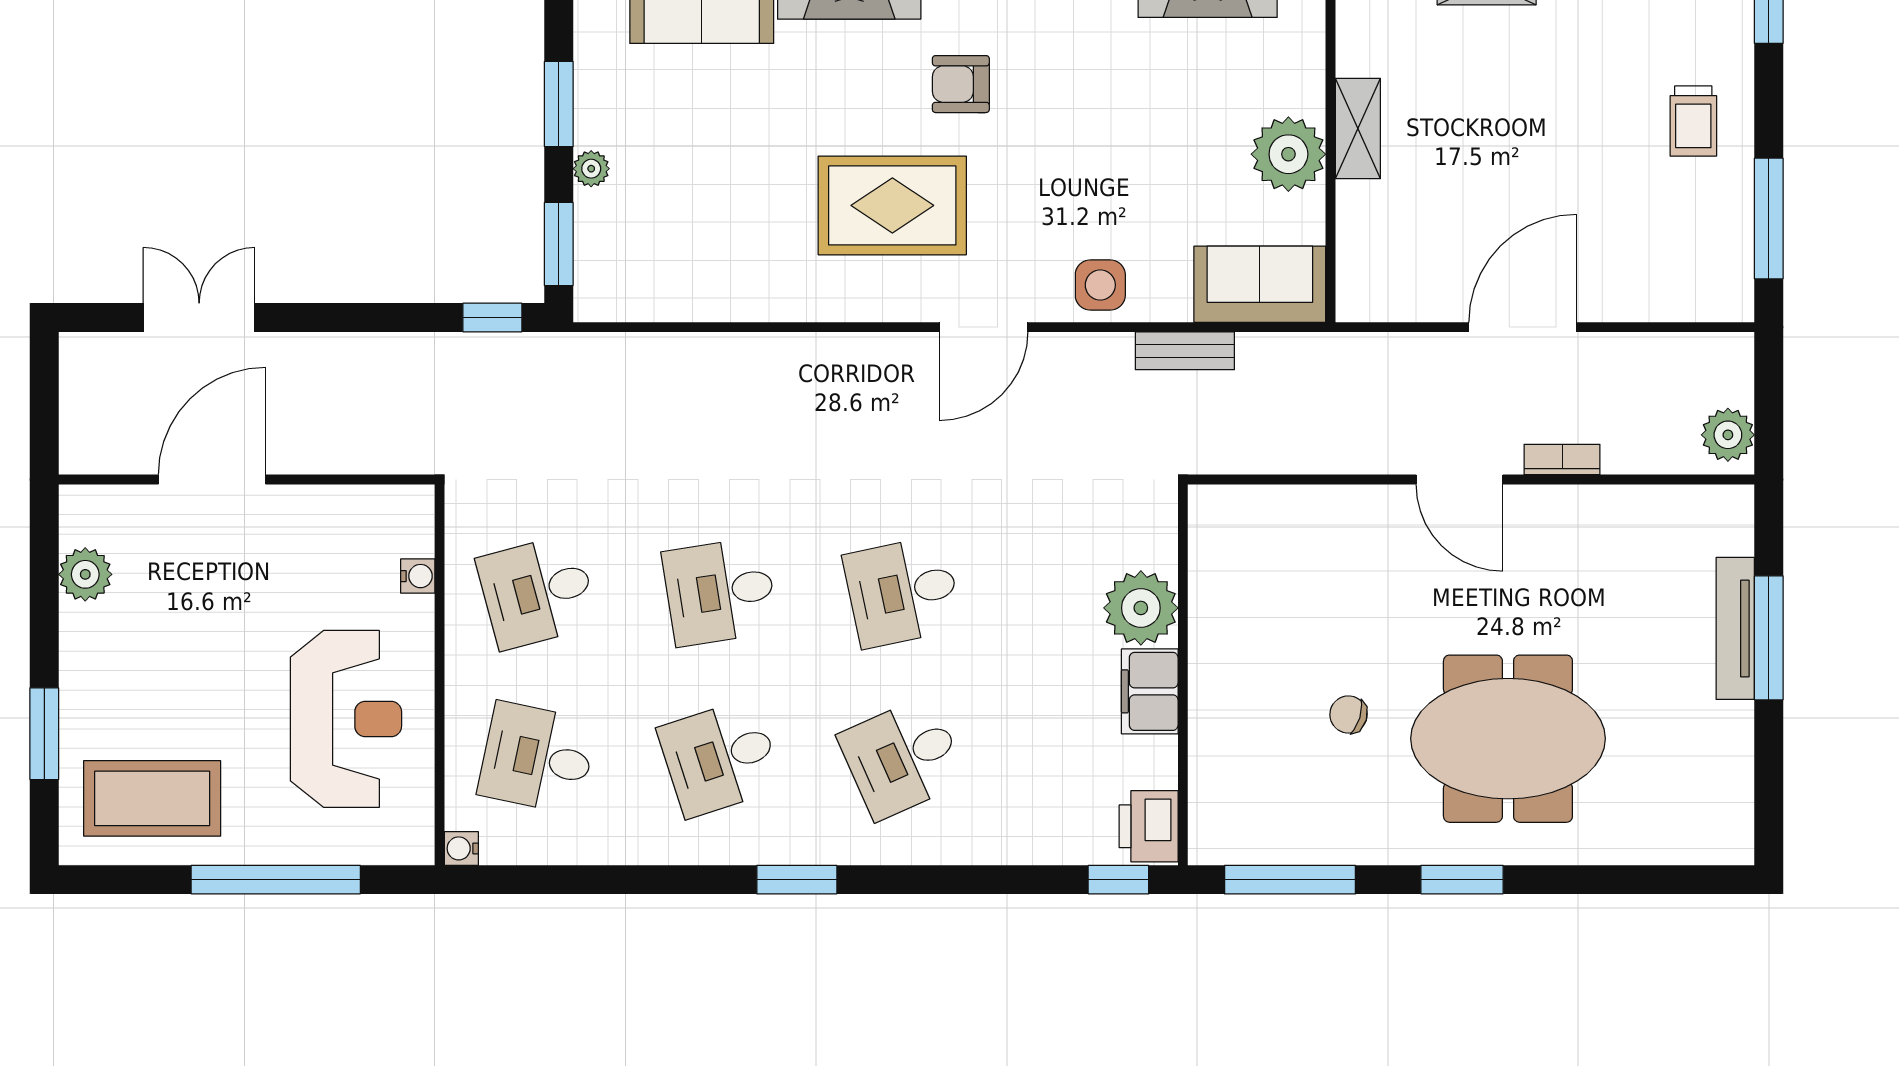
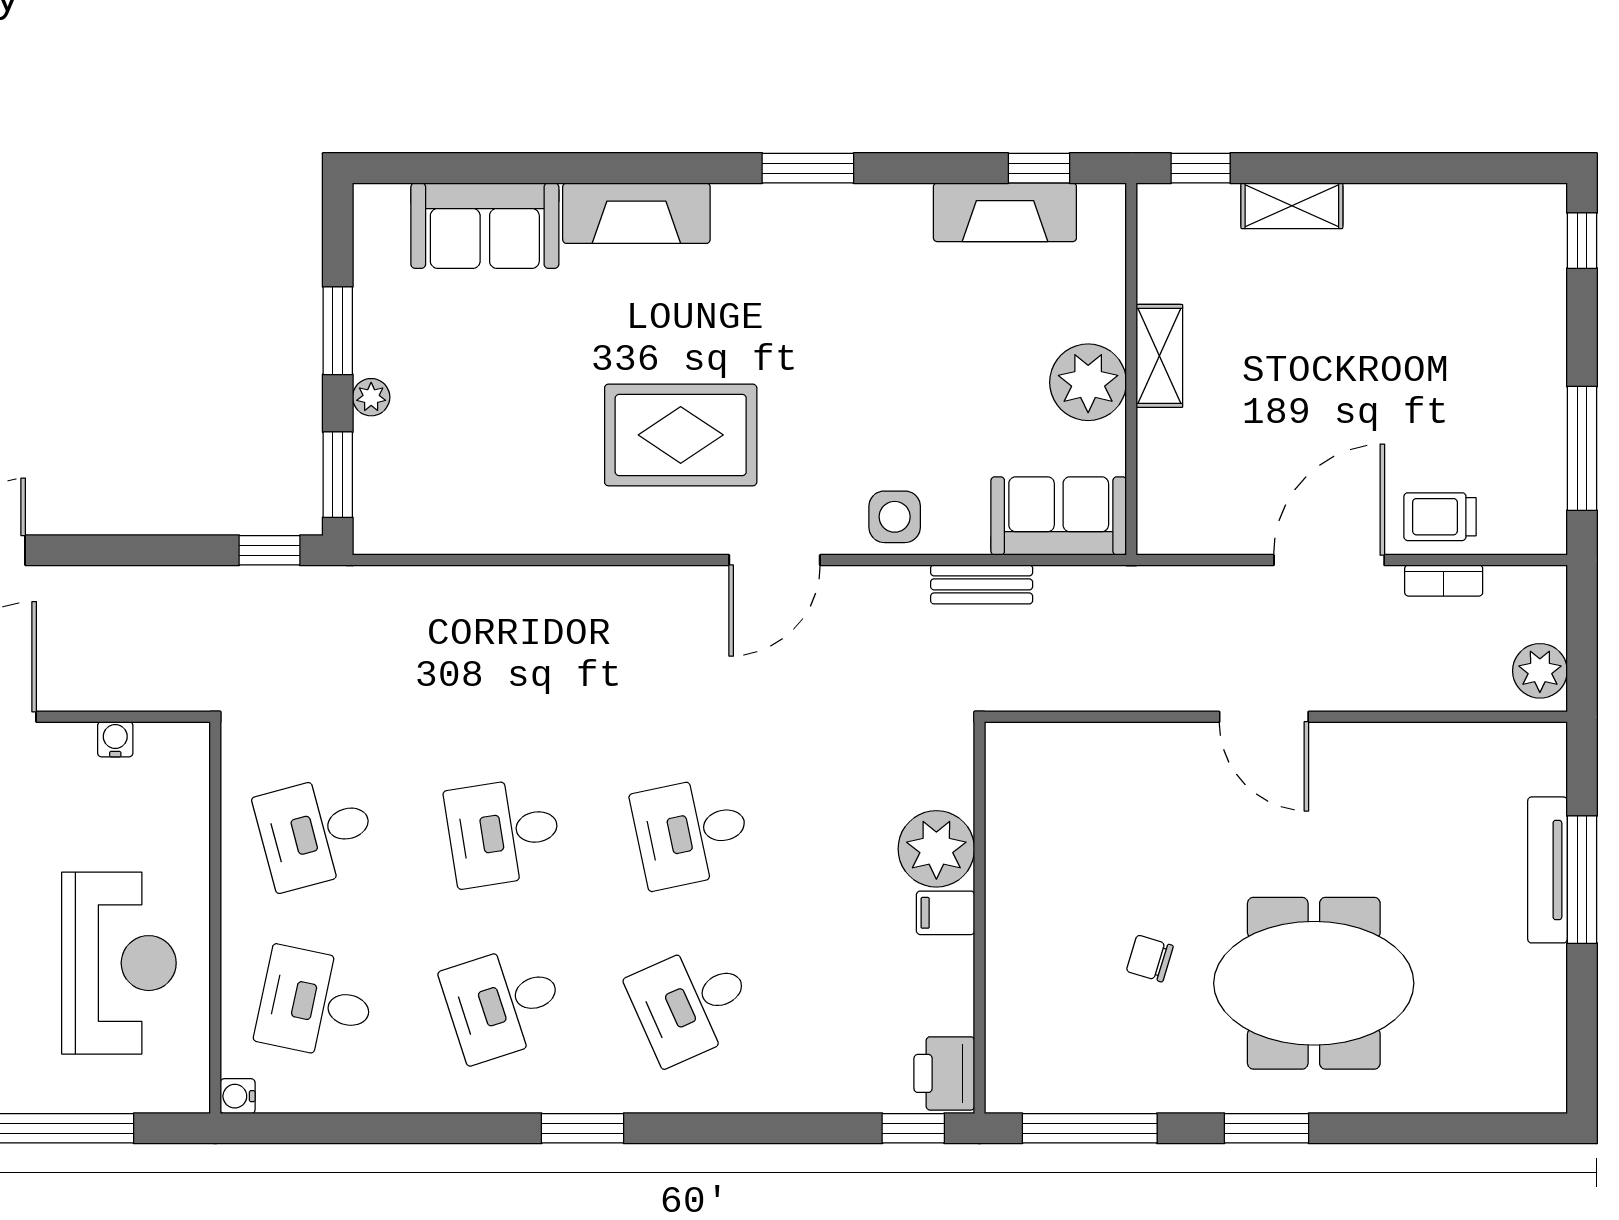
armchair: (961, 84) -> (751, 310), removed
trolley: (1693, 121) -> (1440, 517), moved, turned 90
bookcase: (1562, 460) -> (1444, 581), moved, turned 180
water cooler: (418, 576) -> (115, 739), moved, turned -90
filing cabinet: (1150, 691) -> (945, 913), width x0.50

